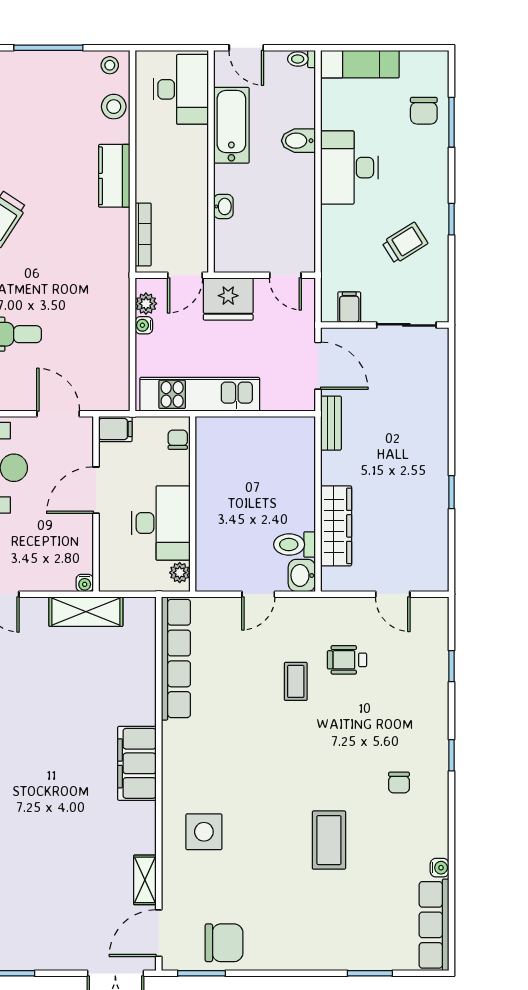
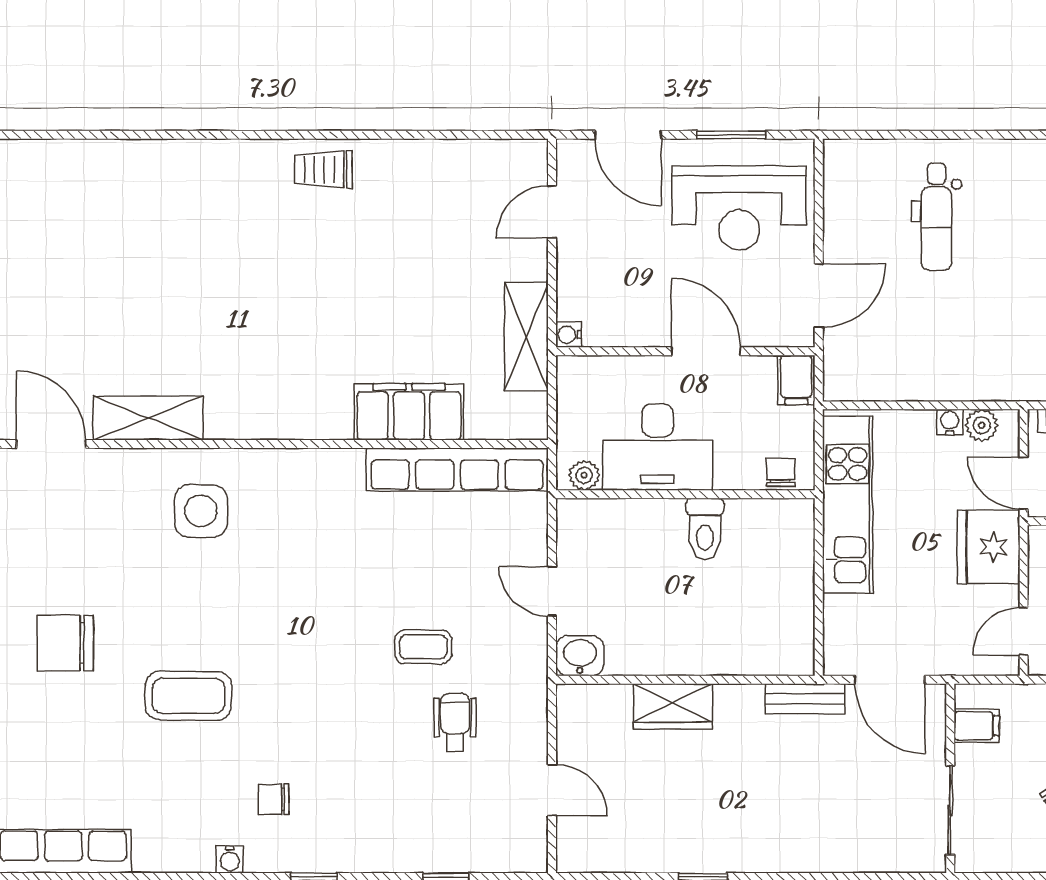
door: (318, 366) -> (890, 680), hinge flipped
chair: (178, 440) -> (781, 472), turned -90
wardrobe: (336, 526) -> (673, 706), width x0.67
toilet: (295, 545) -> (705, 529), moved, turned 180
door: (393, 594) -> (552, 790), swing flipped
filing cabinet: (137, 763) -> (409, 412), moved
water cooler: (440, 868) -> (230, 859), moved
shelving: (145, 880) -> (148, 418), width x1.50, depth x1.33
chair: (224, 943) -> (65, 643), moved, turned 90

